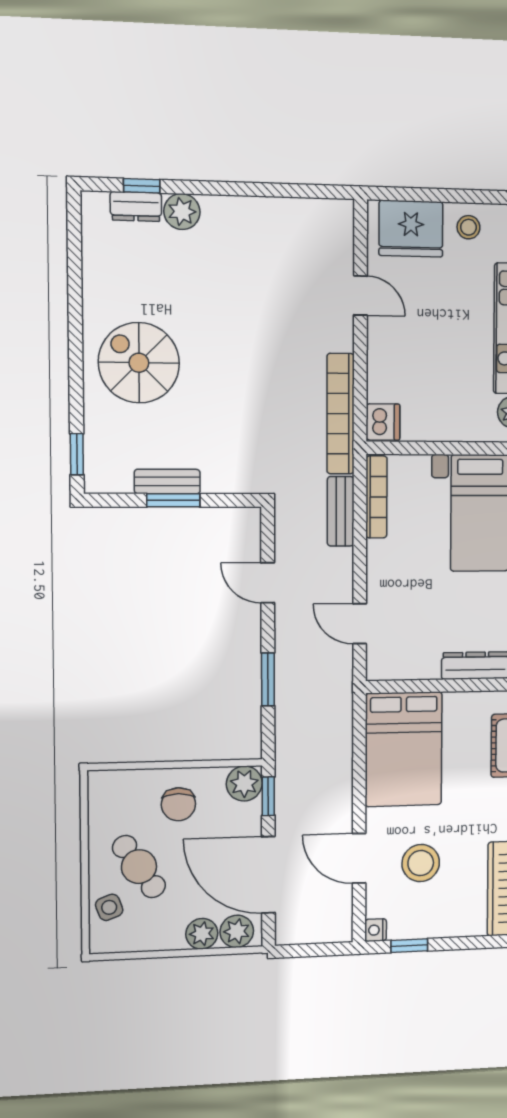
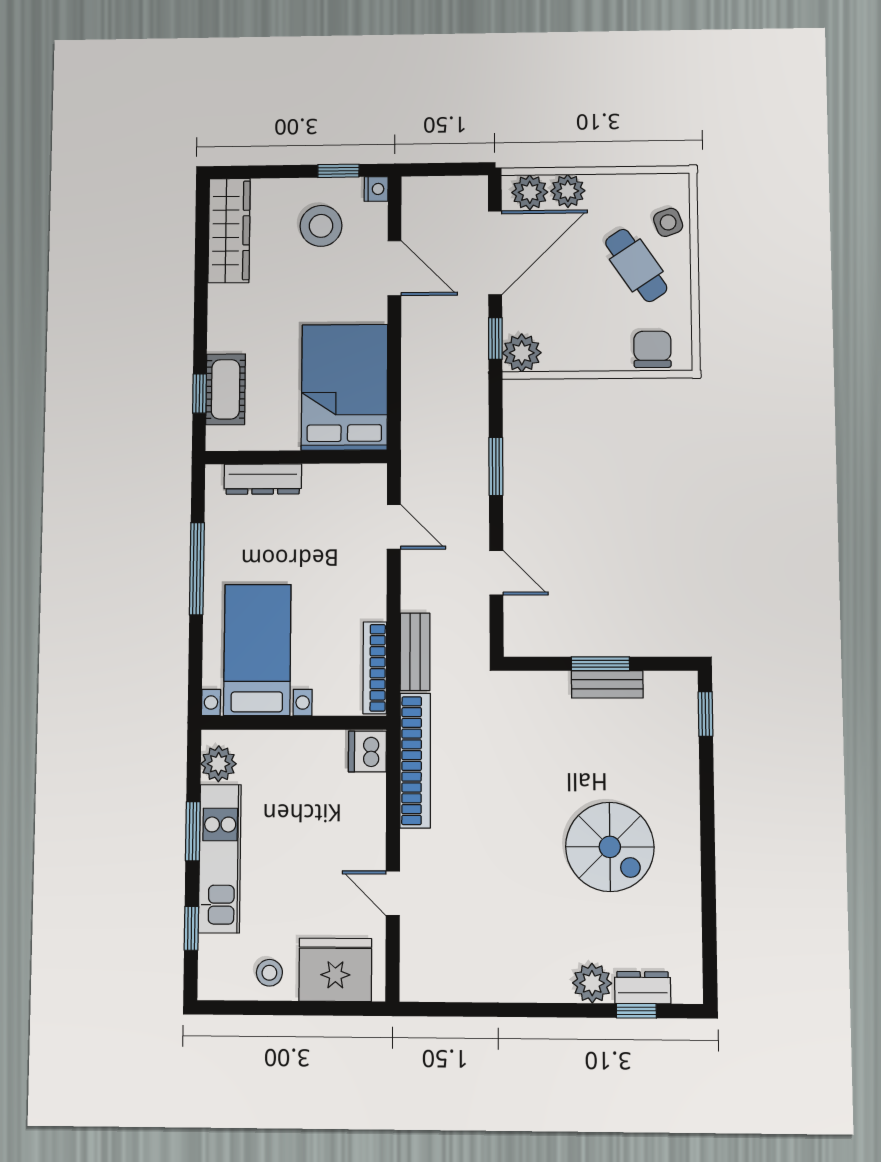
spiral stairs: (139, 363) -> (610, 847), moved
chair: (178, 804) -> (652, 349), moved
stool: (421, 863) -> (321, 226), moved
door: (268, 875) -> (495, 253), hinge flipped

